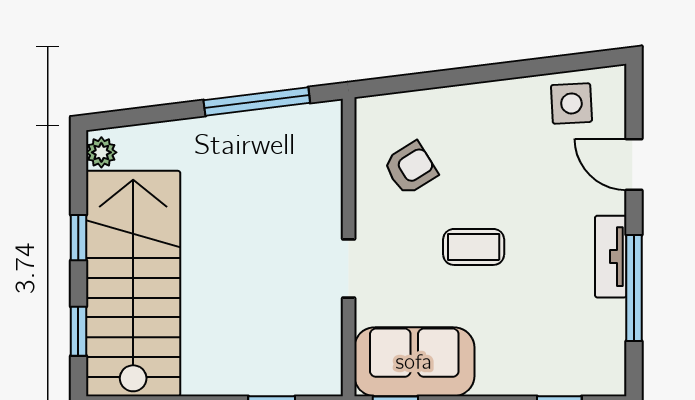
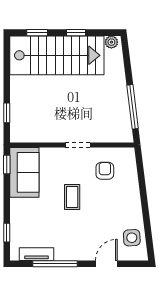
armchair: (411, 168) -> (105, 171), turned -148
tv unit: (611, 257) -> (37, 254), moved
doorway: (349, 269) -> (78, 145), moved

